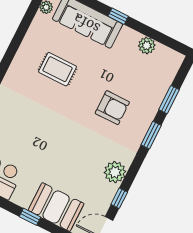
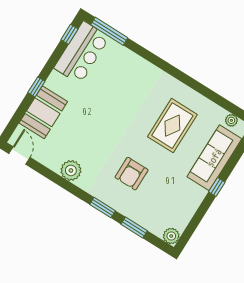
plant: (147, 45) -> (171, 236), moved
rug: (57, 69) -> (172, 126), width x1.36, depth x1.43
window: (119, 198) -> (46, 172), removed

